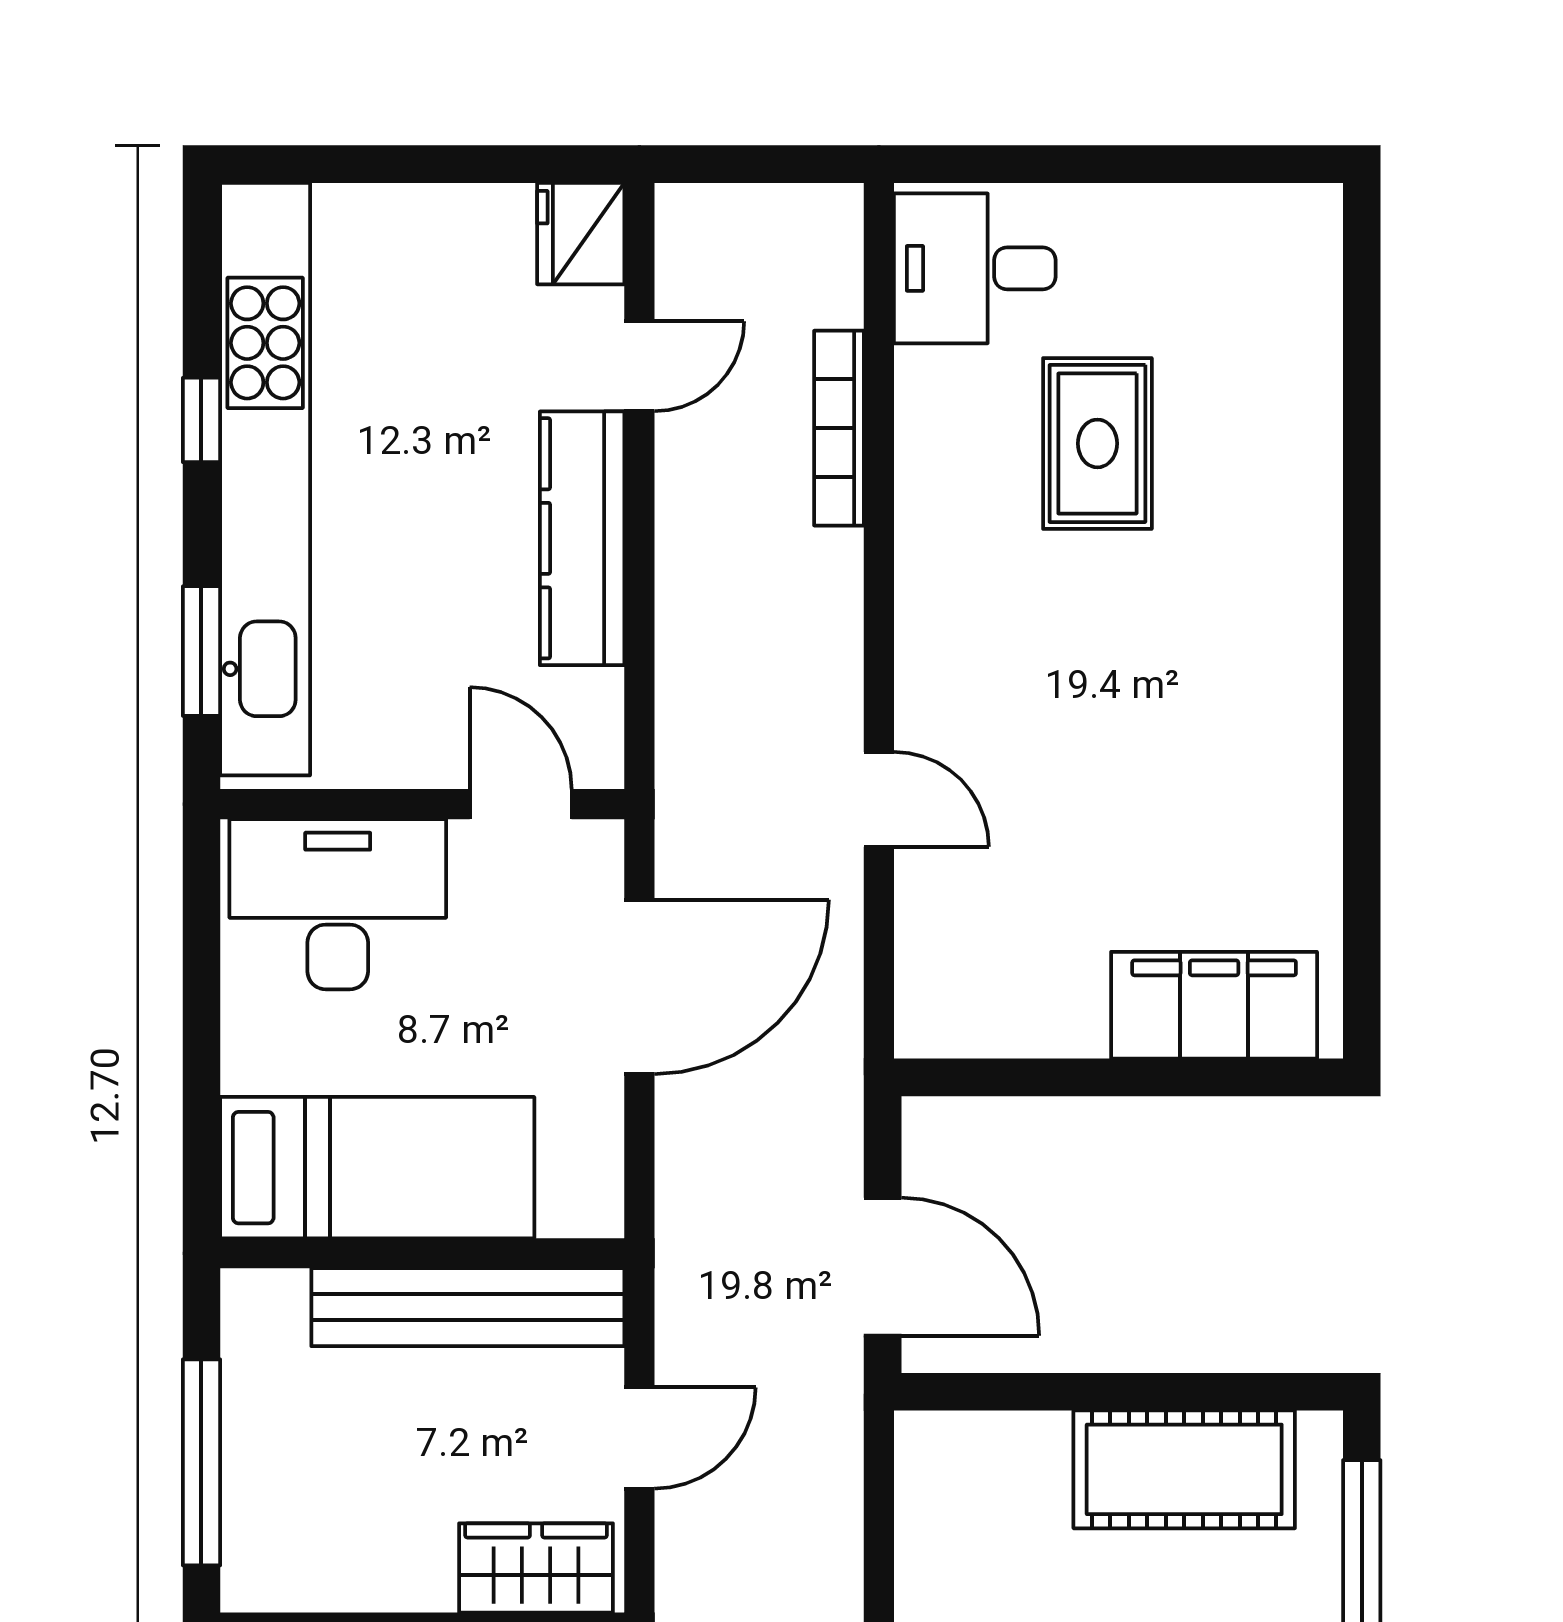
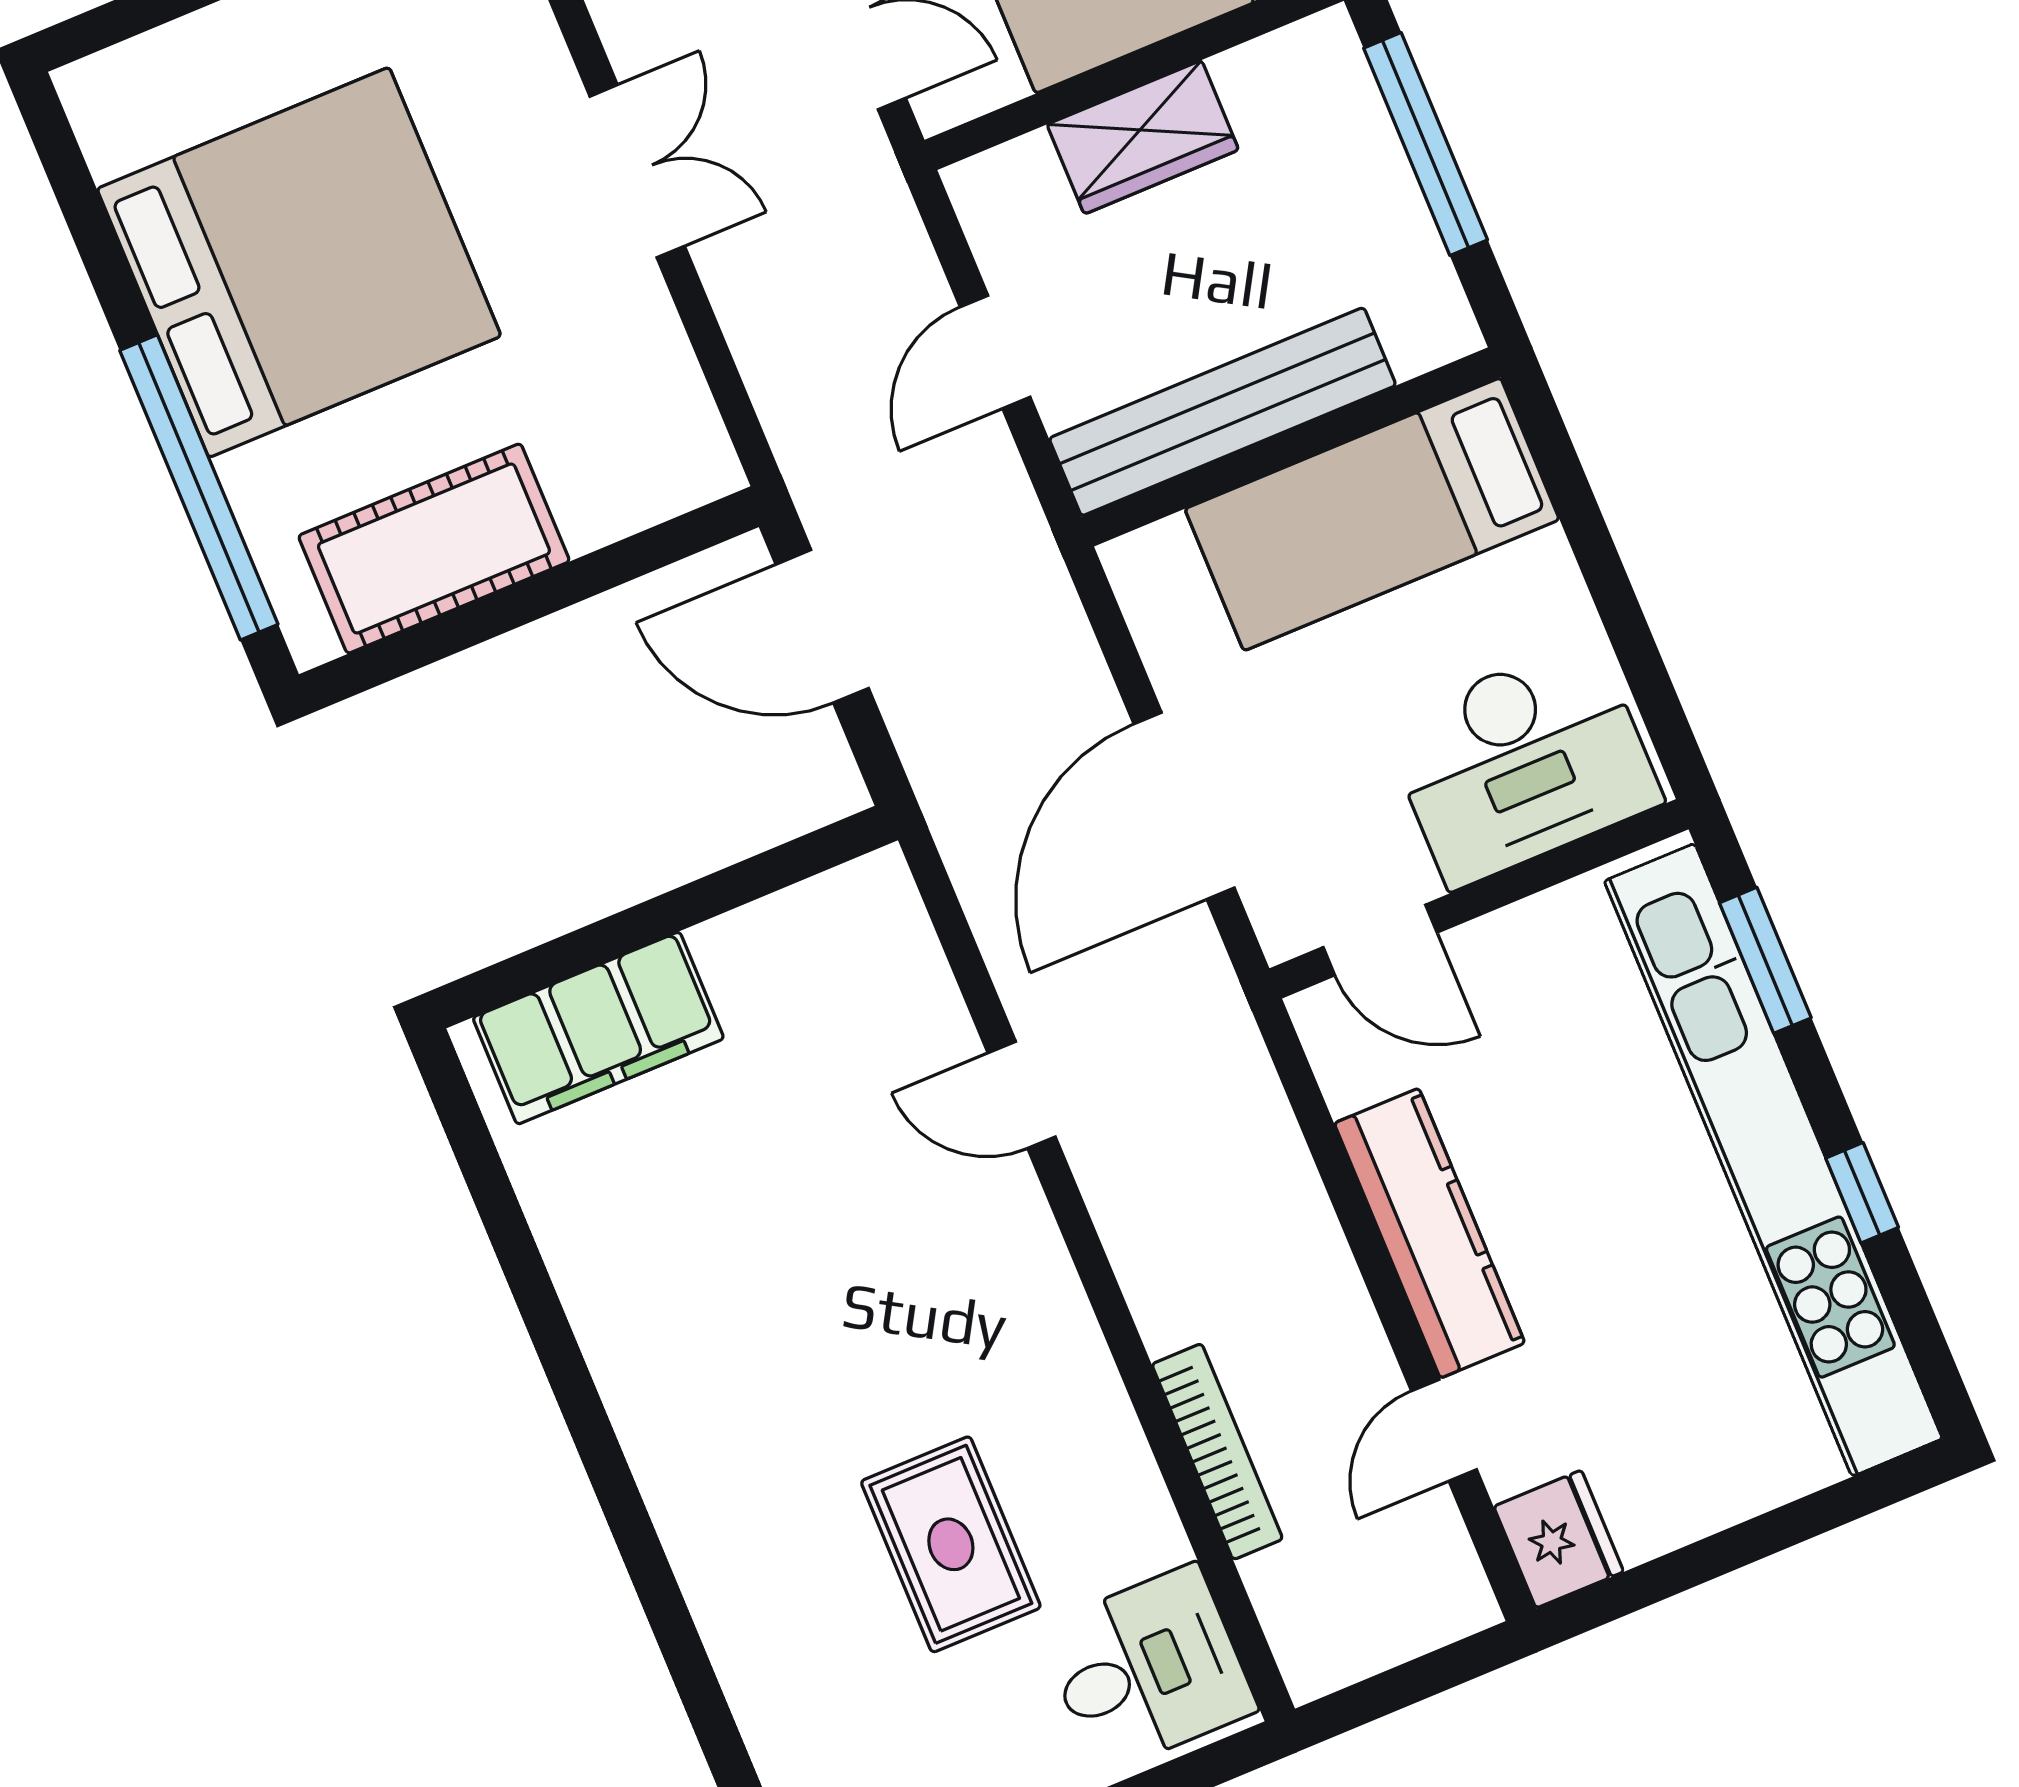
wardrobe: (536, 1568) -> (1143, 137), moved

